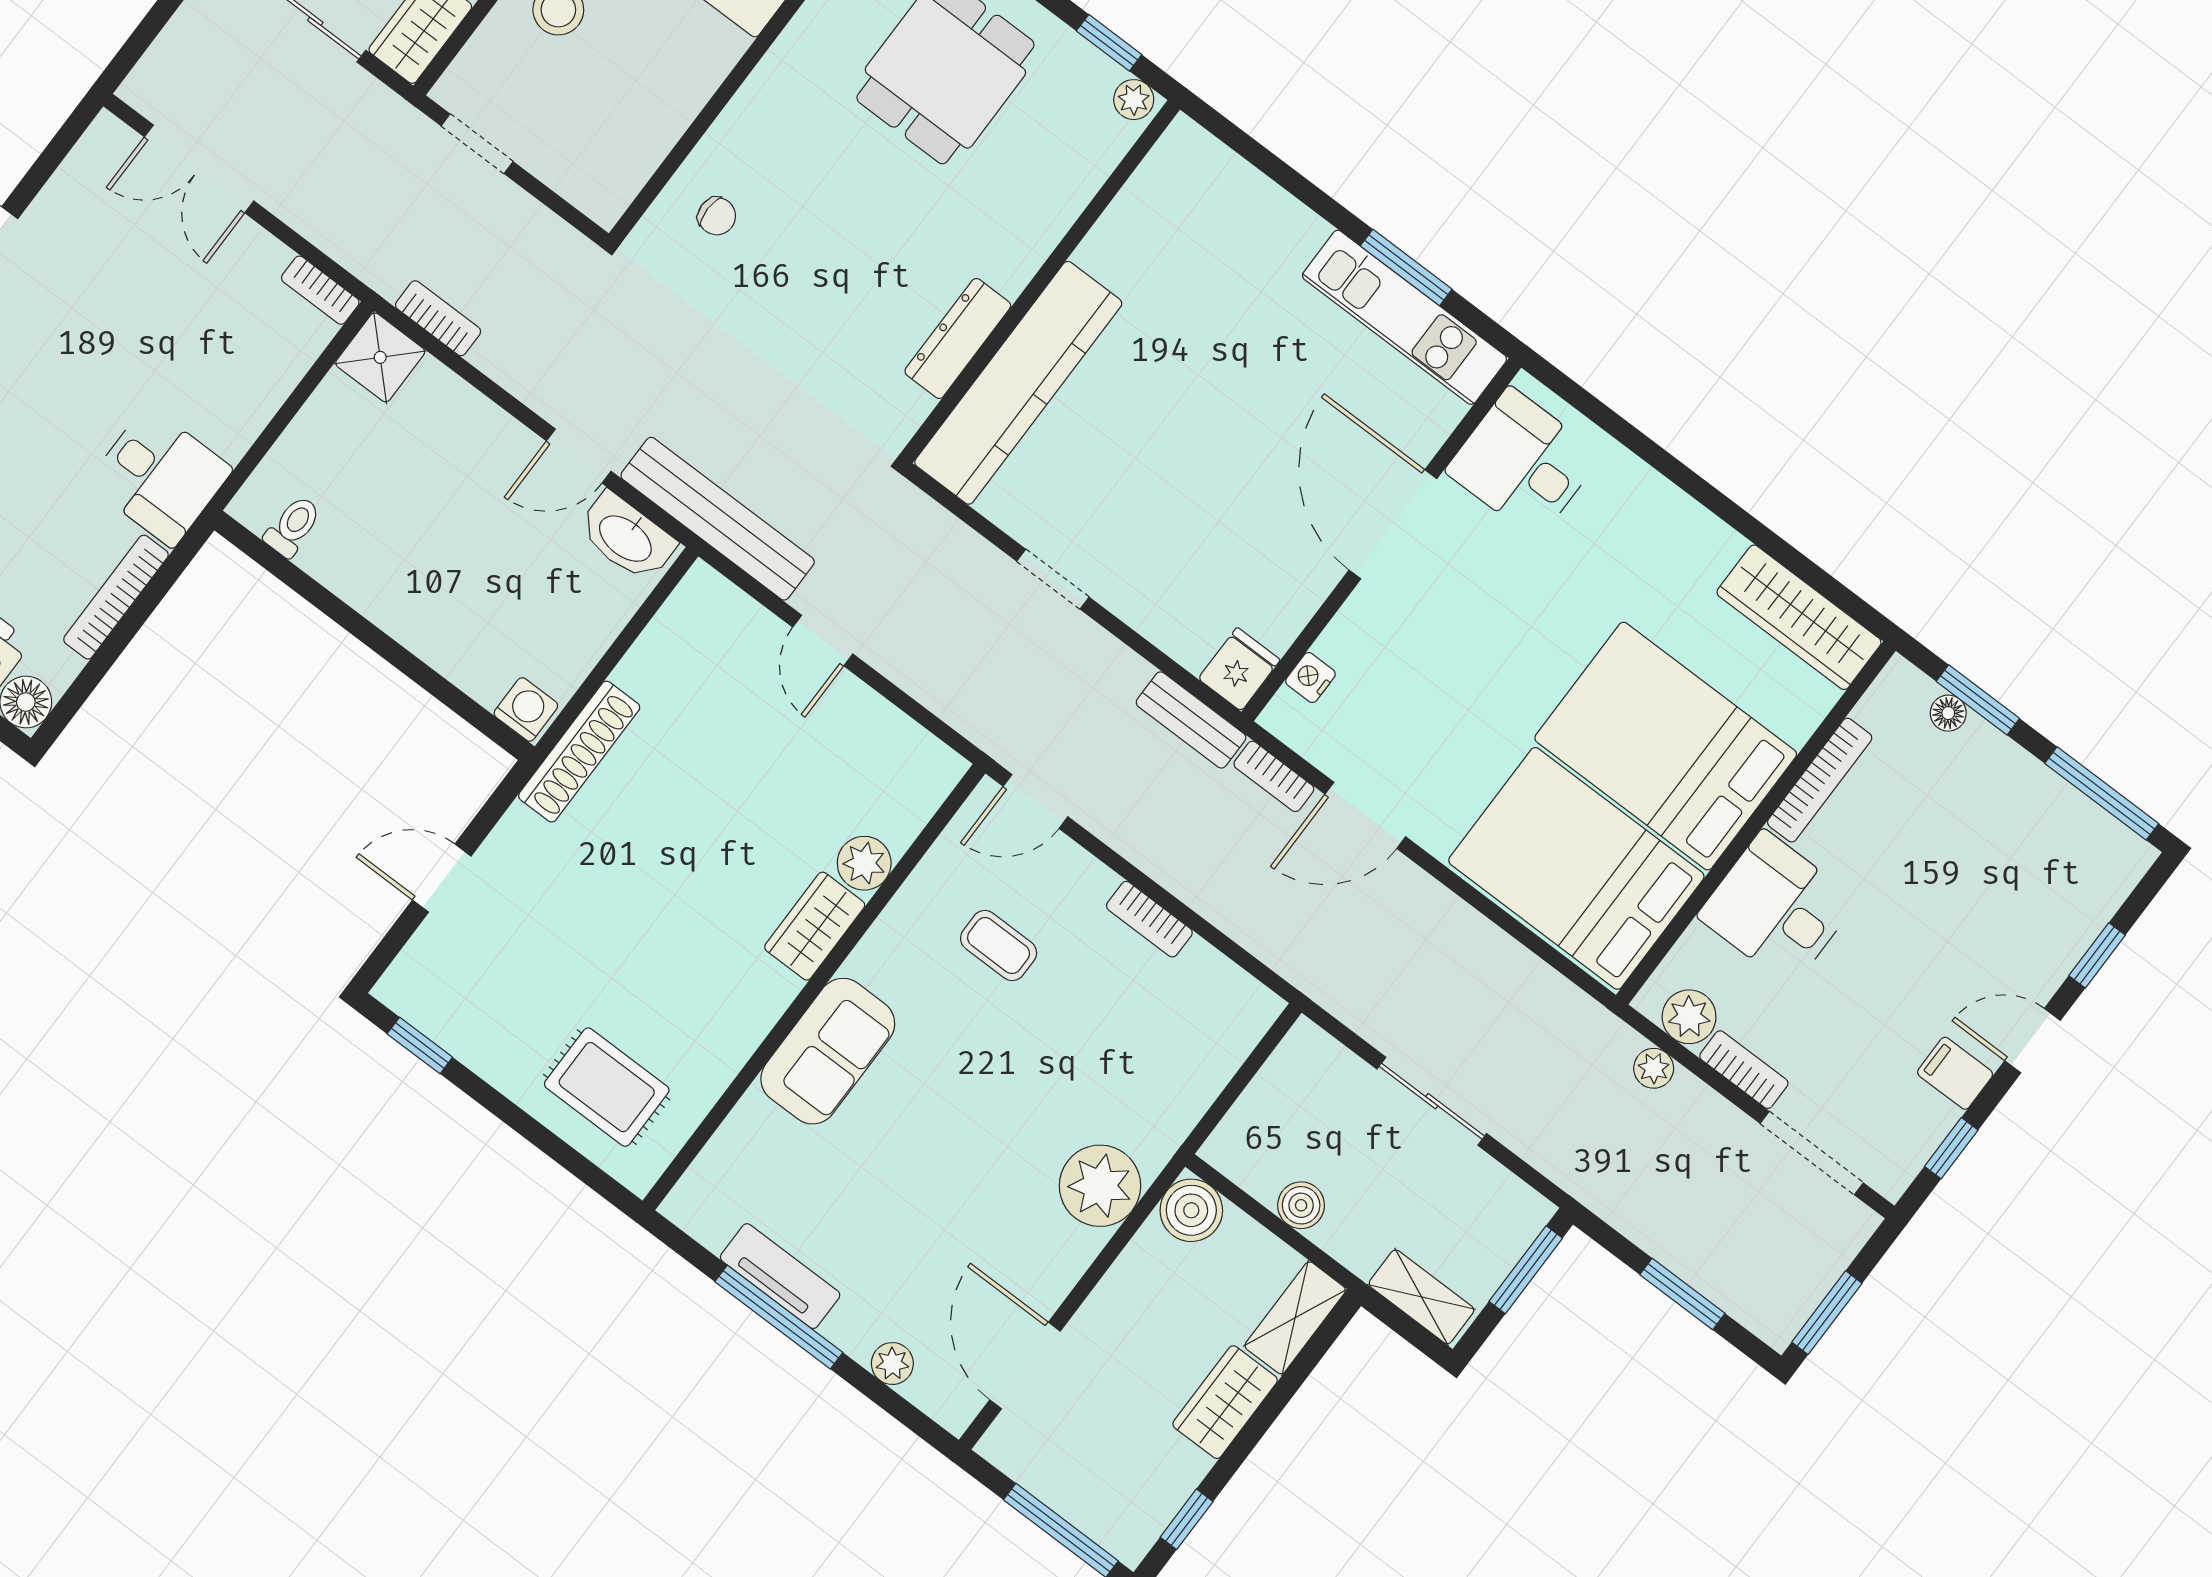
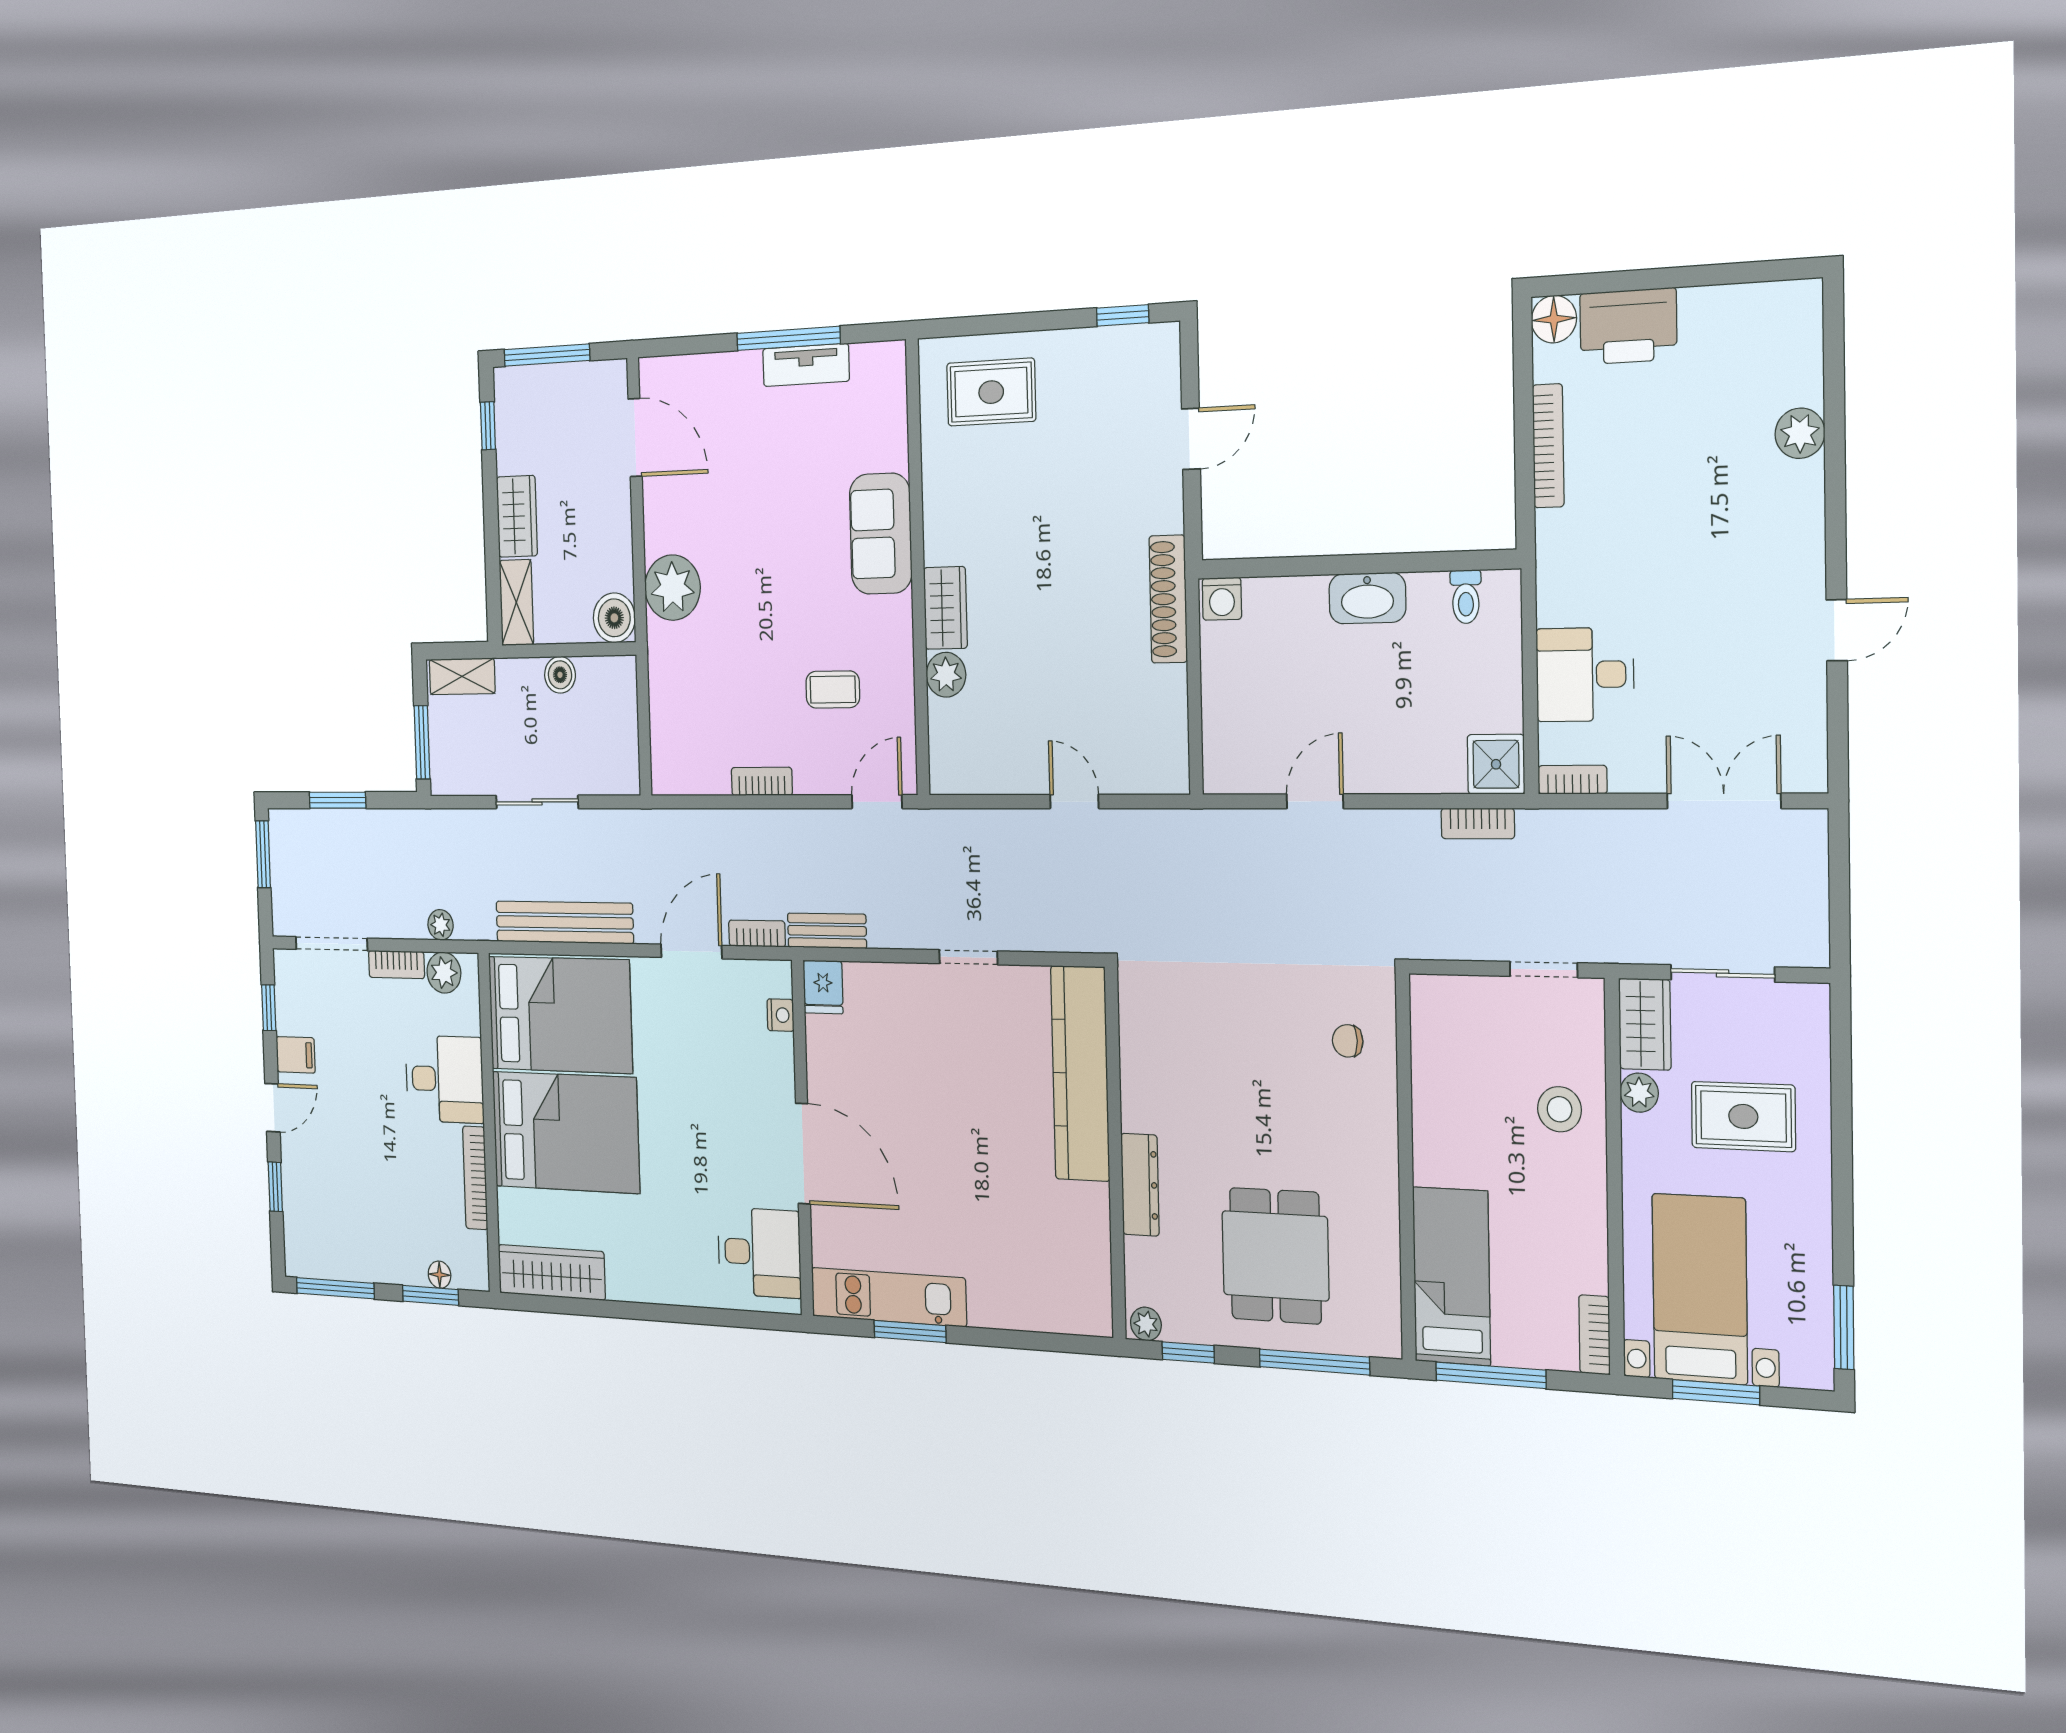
dresser: (958, 338) -> (1140, 1185), moved
desk: (160, 476) -> (1585, 675), moved
bench: (718, 519) -> (564, 922), moved
washbasin: (626, 537) -> (1367, 598), moved, turned 180
plant: (892, 1364) -> (706, 370), removed

